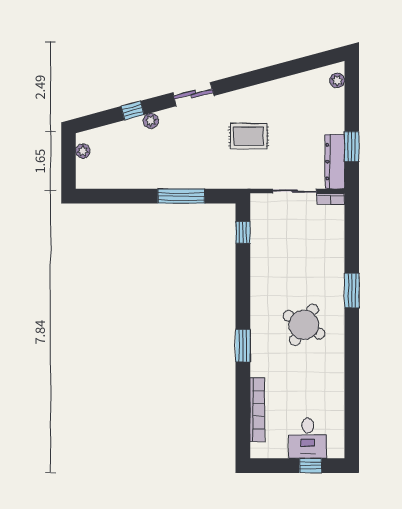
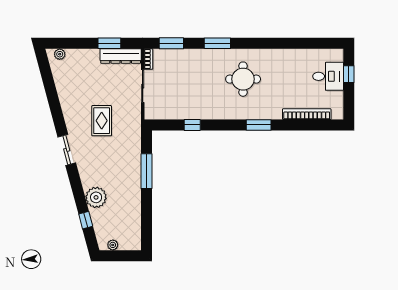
sliding door: (193, 94) -> (67, 150), moved
window: (133, 111) -> (86, 220), moved
plant: (151, 121) -> (96, 197), width x1.87, depth x1.87
window: (352, 229) -> (171, 43), added
window: (243, 232) -> (192, 125), moved
round table: (304, 325) -> (243, 79), turned -30

